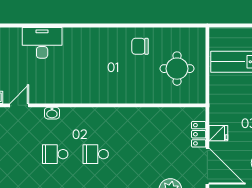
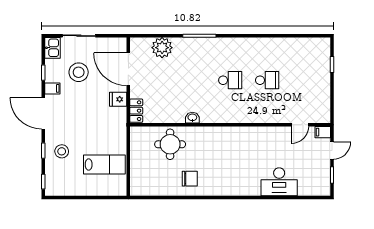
round table: (177, 69) -> (170, 144), moved
washbasin: (52, 113) -> (192, 118), moved
locker: (199, 134) -> (136, 111), moved

